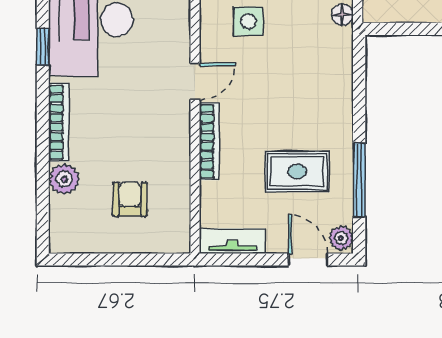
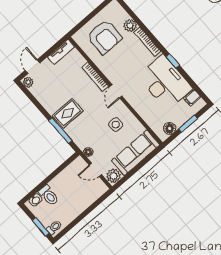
rug: (297, 171) -> (68, 113), moved
window: (359, 180) -> (60, 131), moved
armchair: (130, 199) -> (104, 37), width x1.88, depth x1.88
door: (308, 260) -> (32, 67), swing flipped

